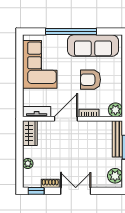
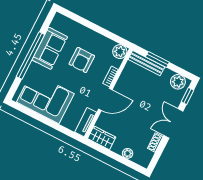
sofa: (93, 46) -> (50, 48), width x0.73
door: (66, 119) -> (105, 99), swing flipped
window: (36, 191) -> (187, 96), moved

